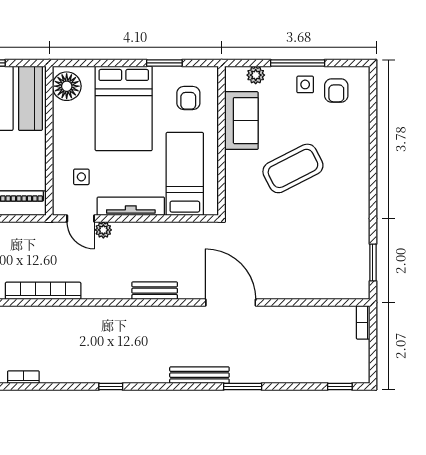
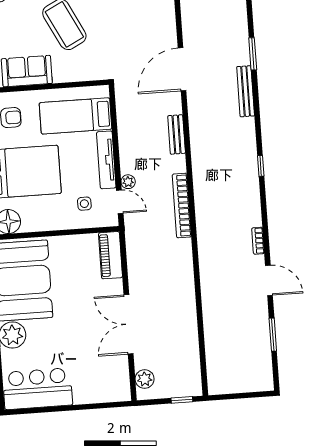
door: (81, 218) -> (120, 202), hinge flipped
bookcase: (43, 291) -> (182, 206), moved

